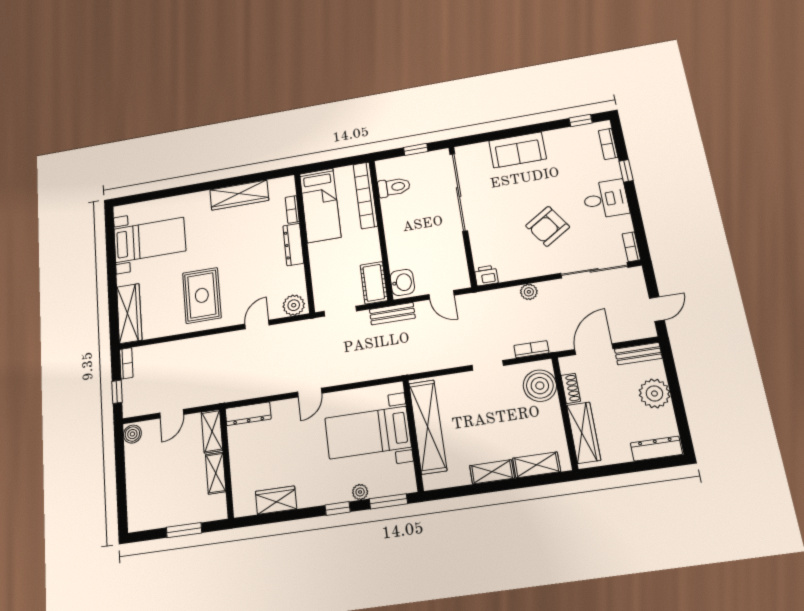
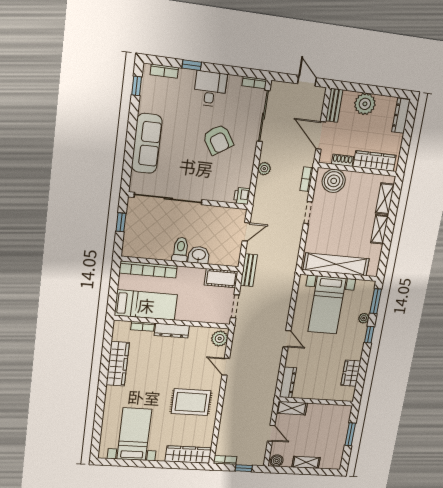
sofa: (517, 150) -> (147, 143), width x1.36
toilet: (394, 187) -> (180, 250), moved
washbasin: (402, 282) -> (199, 255), moved
shelving: (216, 473) -> (306, 462), moved

